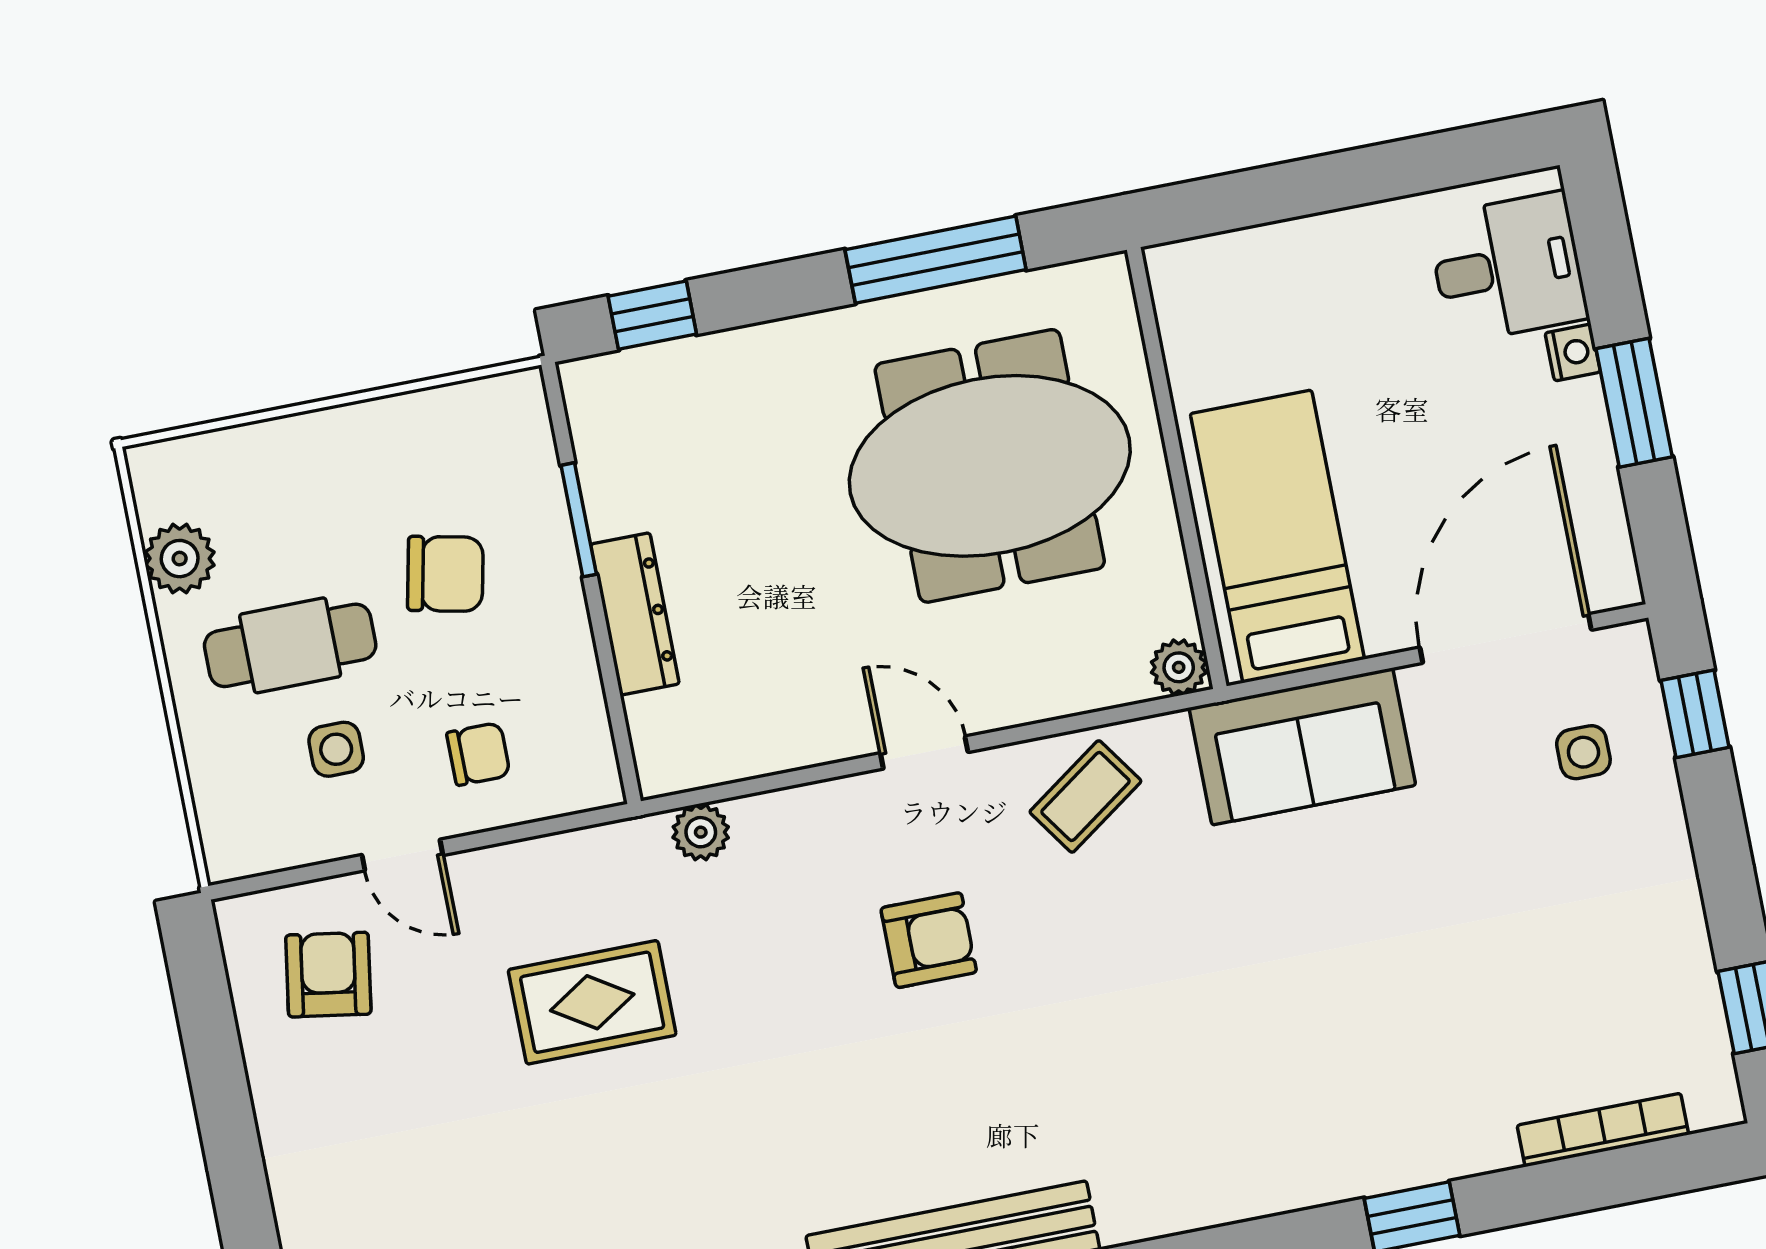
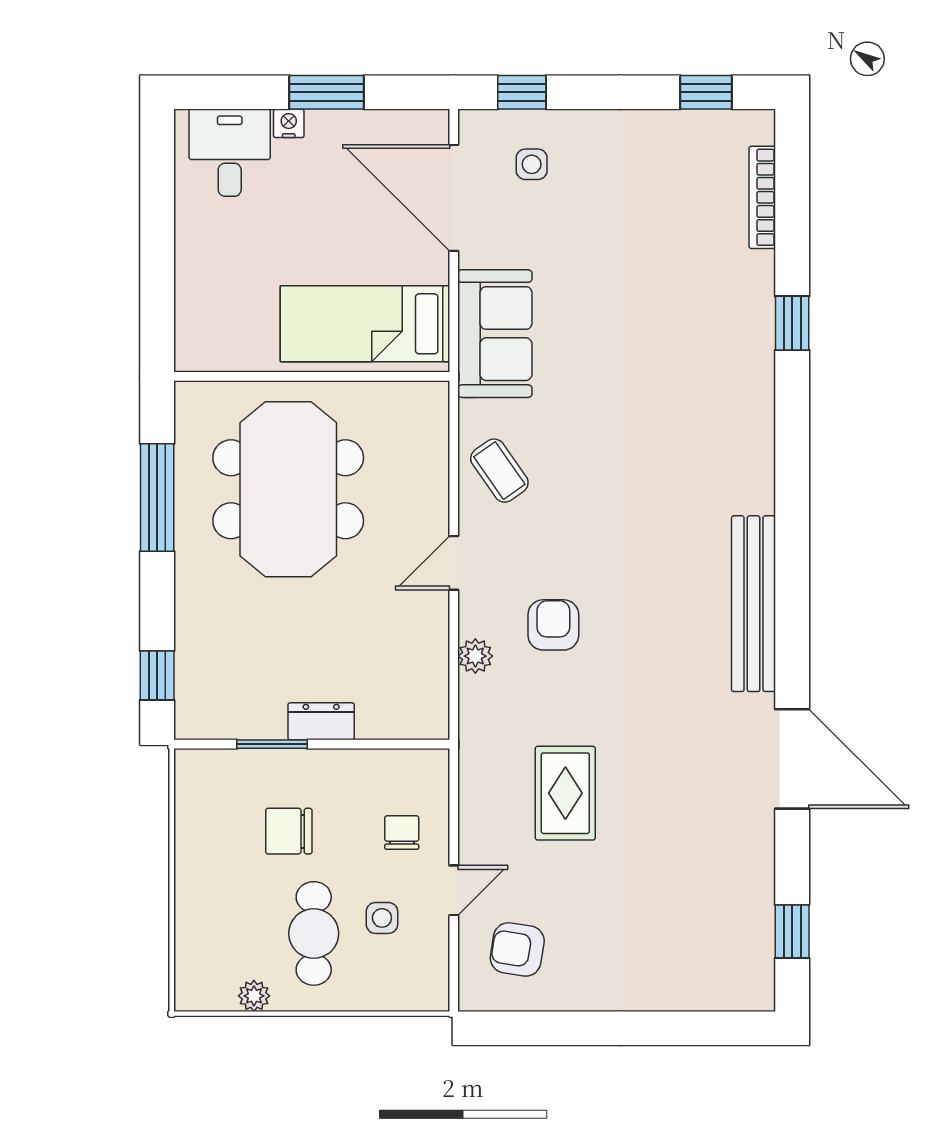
plant: (180, 559) -> (254, 996), width x0.73, depth x0.73
chair: (445, 574) -> (289, 831), turned -102
dresser: (635, 614) -> (321, 721), width x0.70
plant: (1179, 667) -> (432, 399), removed
plant: (701, 832) -> (475, 656), moved
armchair: (929, 940) -> (553, 625), moved

